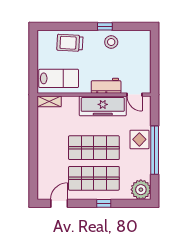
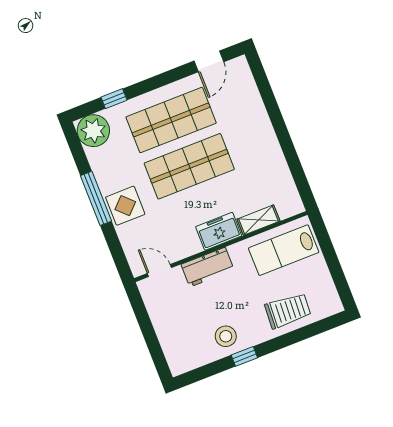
shelving: (49, 101) -> (258, 220), moved
freezer: (103, 106) -> (219, 231), width x0.52, depth x0.79
window: (155, 150) -> (96, 198), width x0.68
window: (104, 203) -> (114, 99), moved

